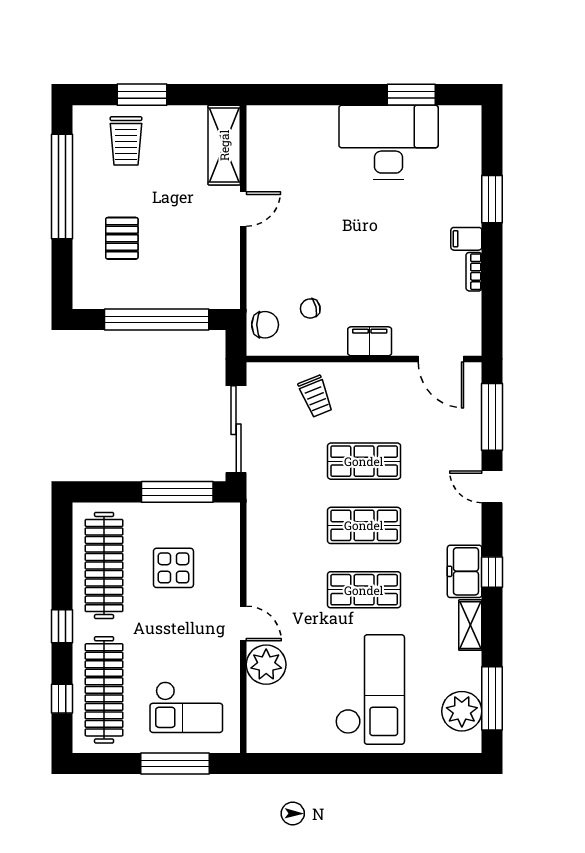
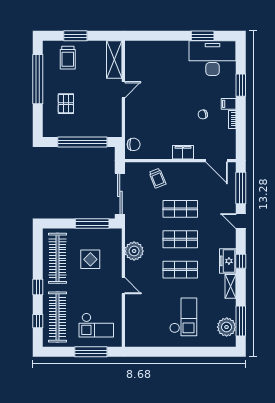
desk: (389, 142) -> (213, 58), moved
chair: (310, 308) -> (203, 114), moved
plant: (266, 665) -> (134, 251), moved
checkout: (370, 690) -> (183, 317), width x0.73, depth x0.83

